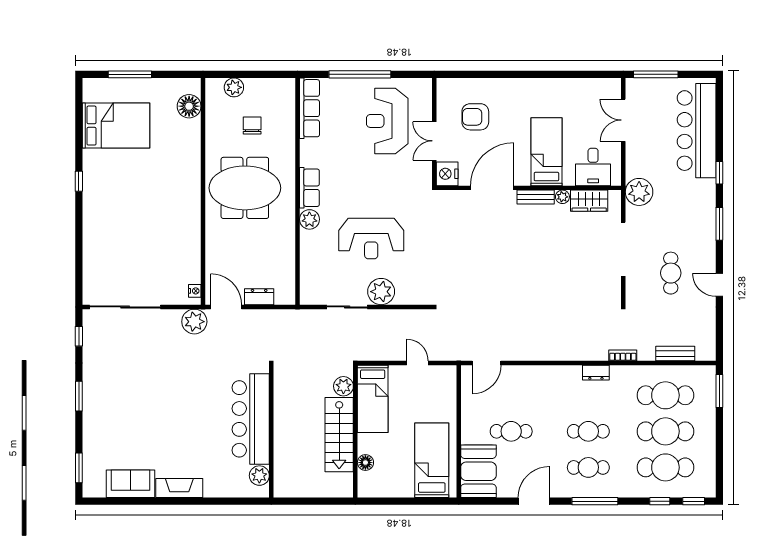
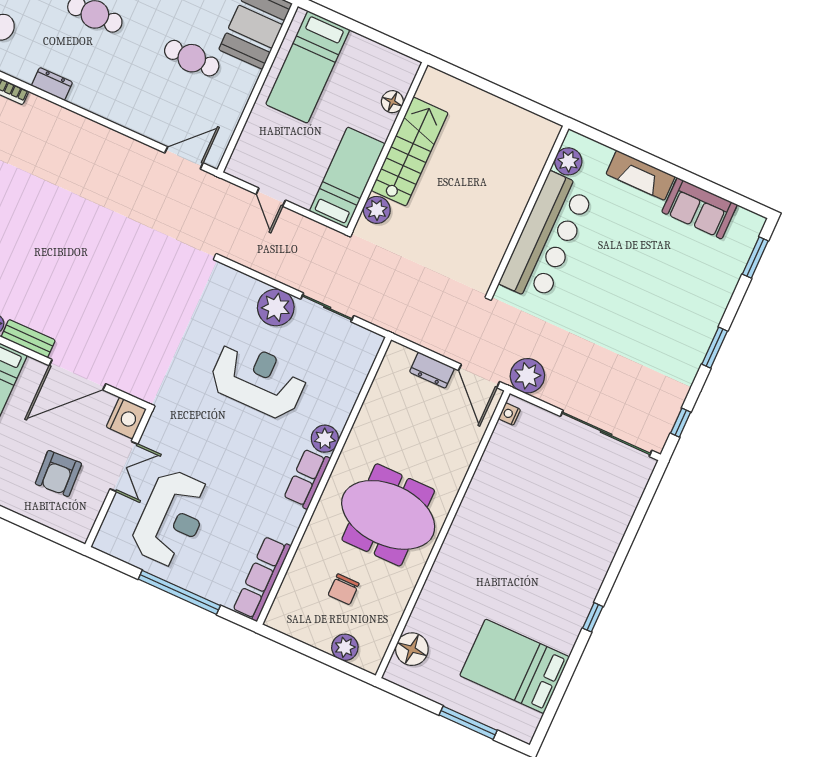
armchair: (475, 117) -> (58, 474), turned 87
bar counter: (251, 419) -> (547, 237), moved
wall: (271, 431) -> (528, 210), moved
plant: (259, 476) -> (568, 161), moved

